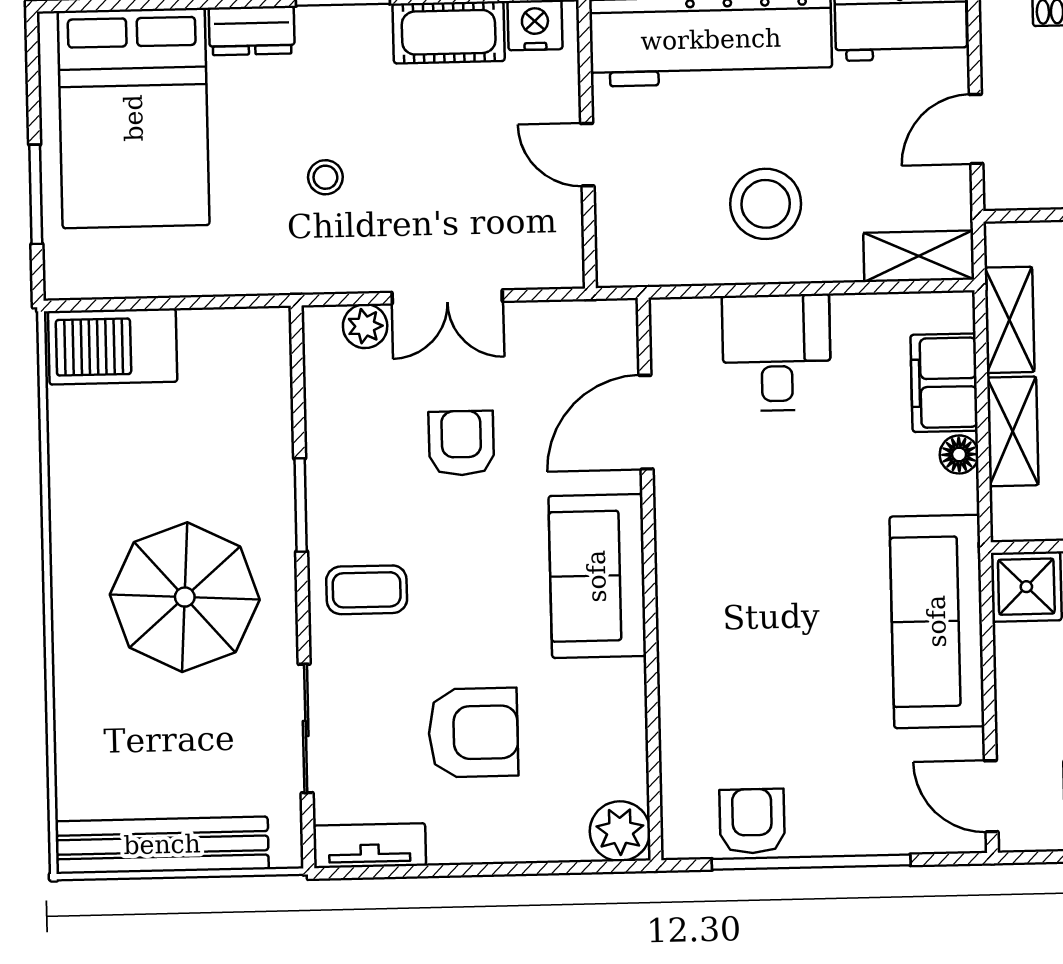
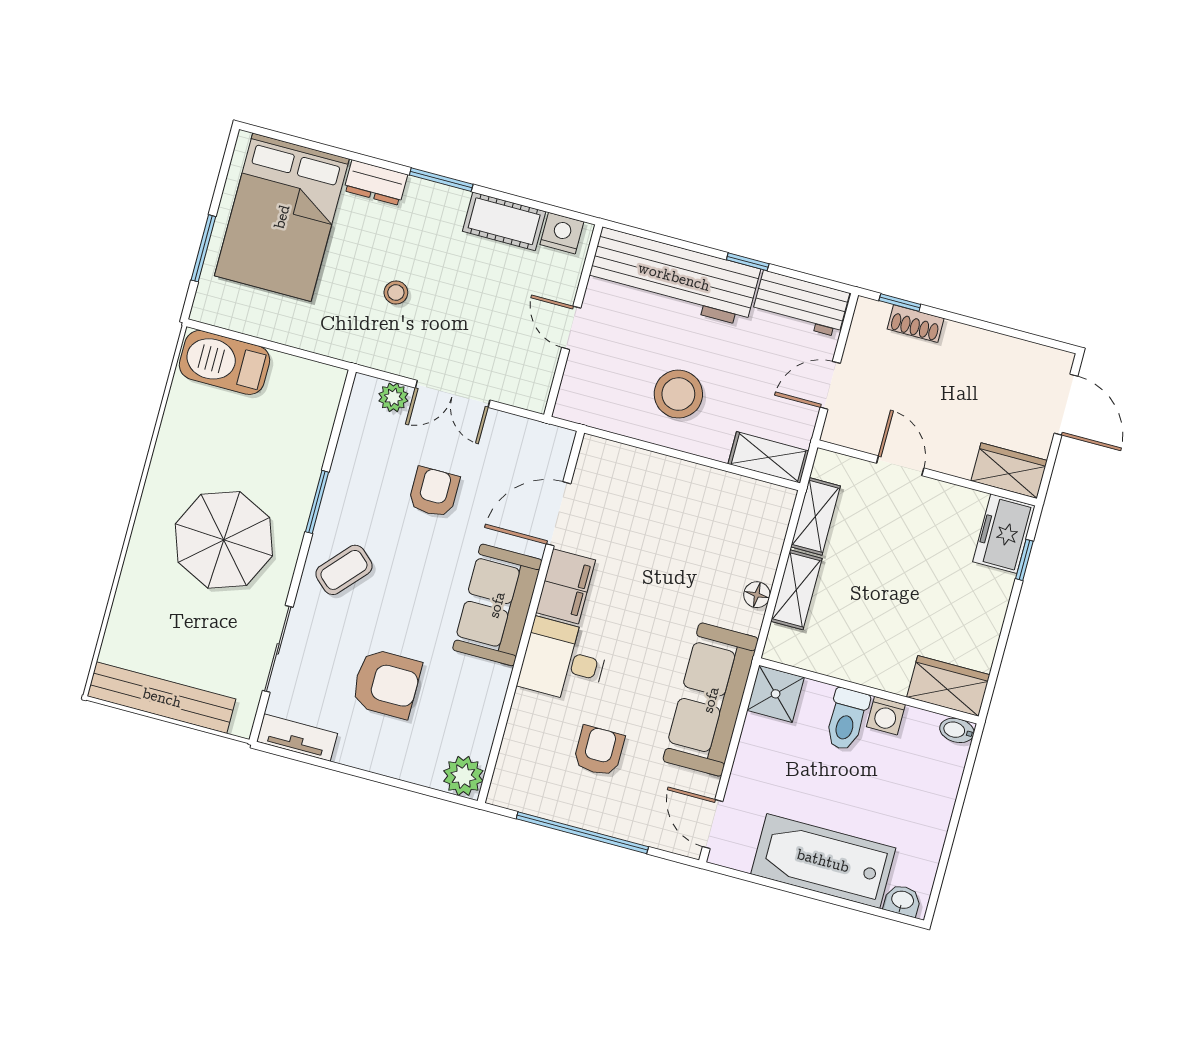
desk: (777, 352) -> (564, 661), moved, turned -90
filing cabinet: (944, 383) -> (566, 586), moved, turned 180
coffee table: (367, 590) -> (344, 570), turned -48
armchair: (752, 821) -> (599, 751), moved

